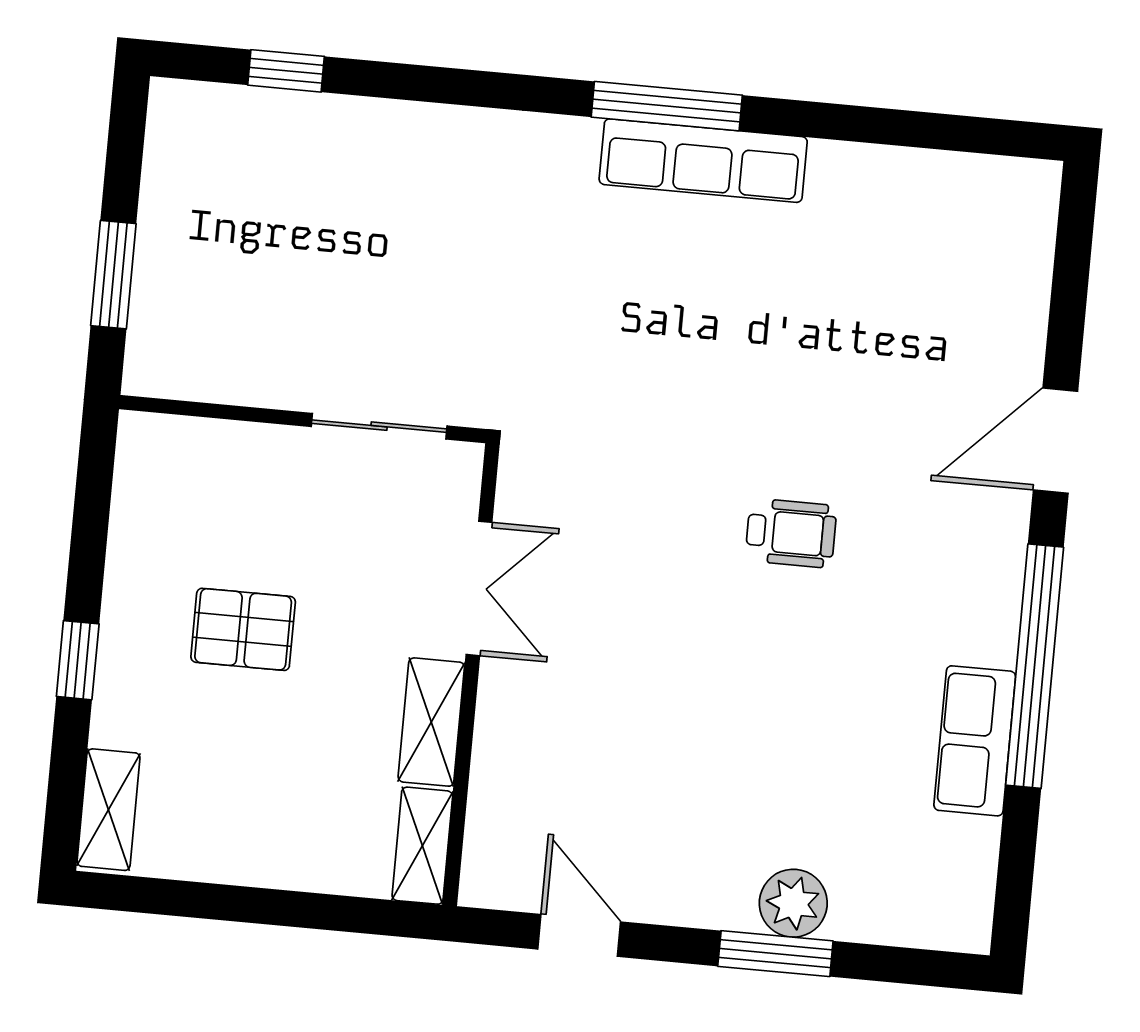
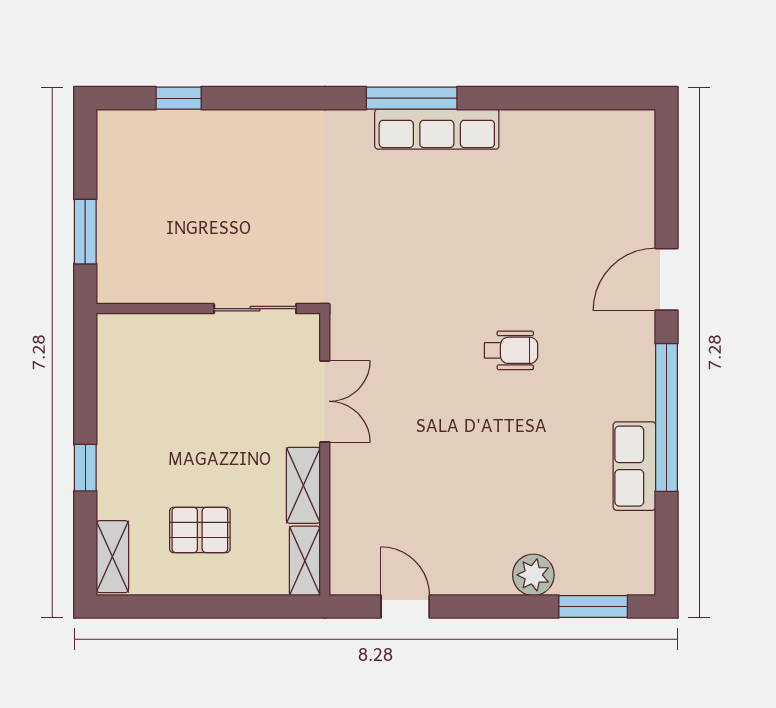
pallet: (243, 629) -> (200, 530), moved
window: (775, 954) -> (593, 607), moved

